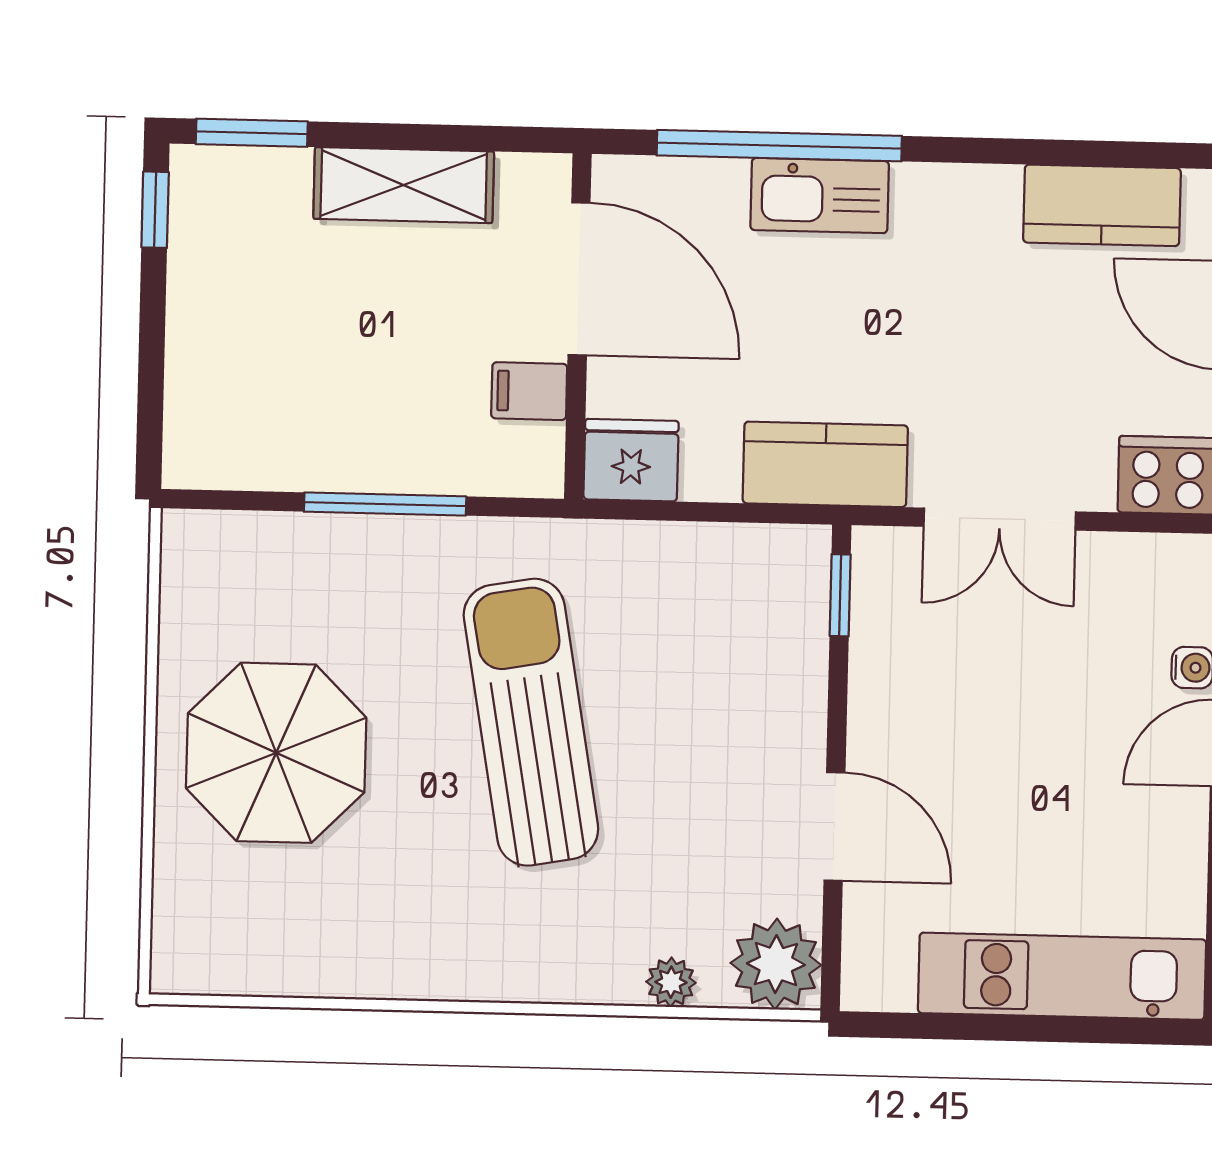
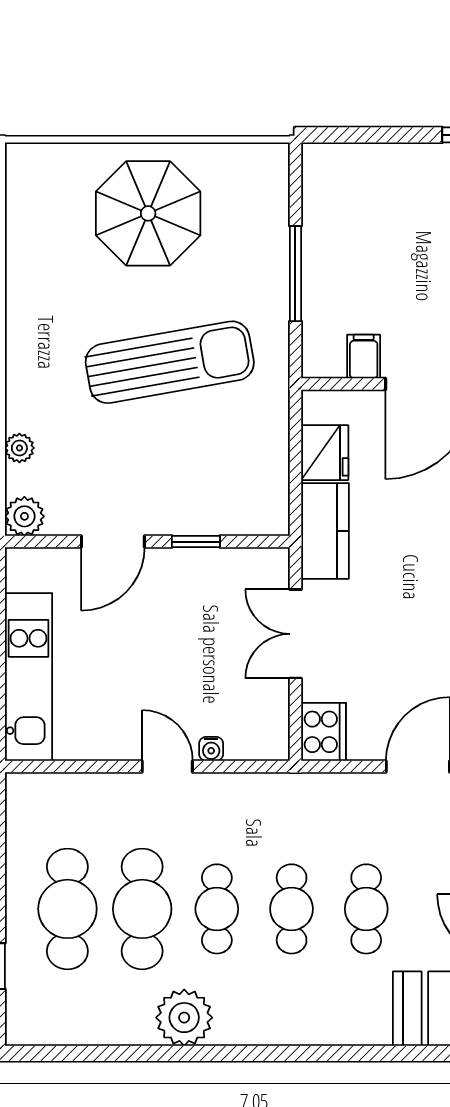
fridge: (631, 460) -> (325, 453), moved
window: (840, 595) -> (196, 542), moved
plant: (776, 964) -> (24, 516), width x0.73, depth x0.73

